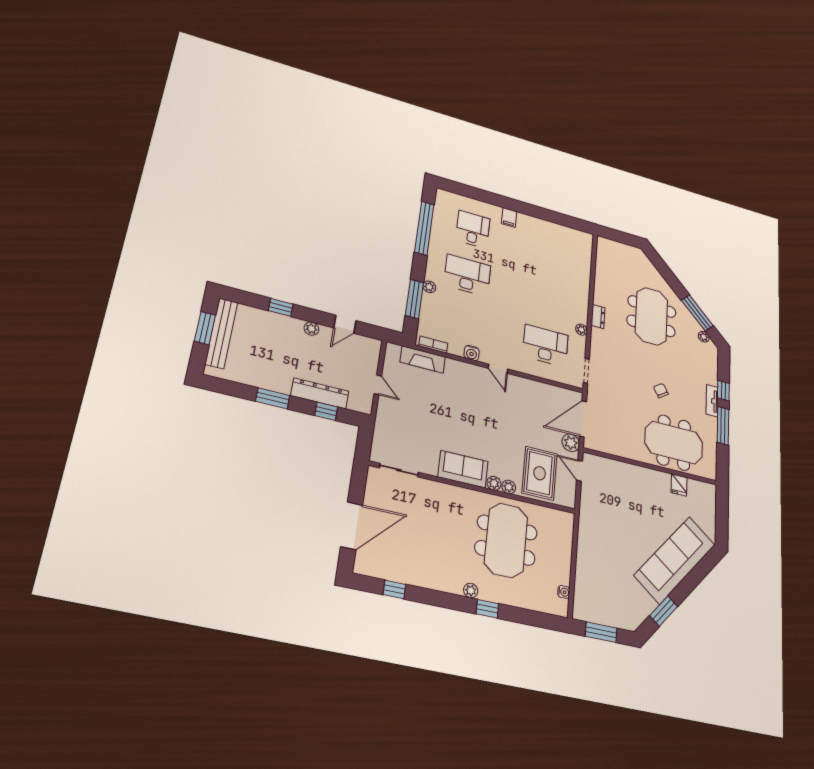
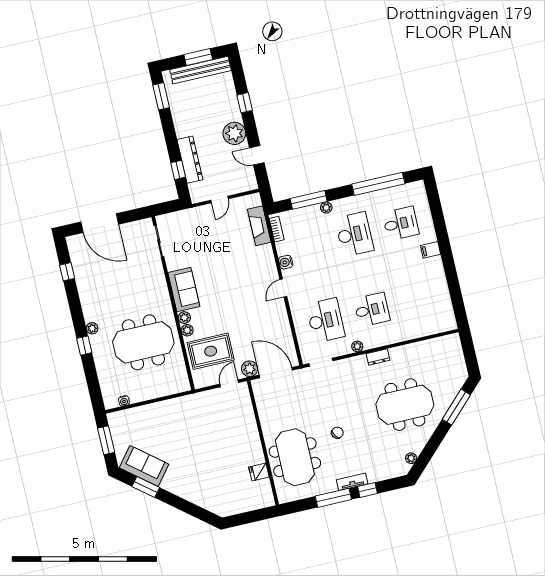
desk: (549, 298) -> (372, 310), added
window: (697, 313) -> (456, 407), moved
plant: (311, 329) -> (234, 133), width x1.88, depth x1.88
window: (273, 398) -> (161, 96), moved
sofa: (675, 560) -> (144, 466), moved, width x0.54, depth x0.79

